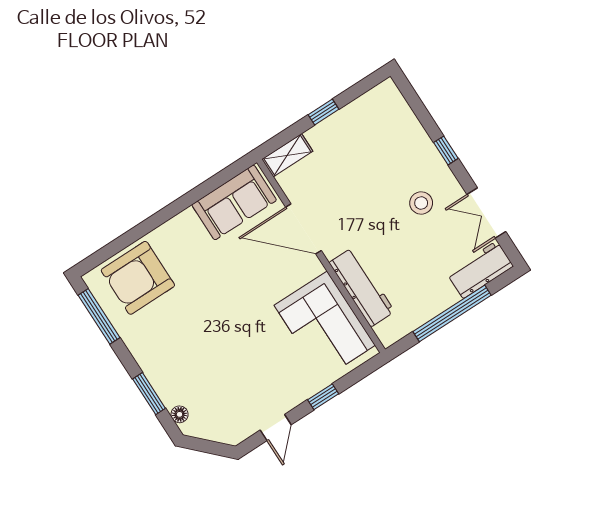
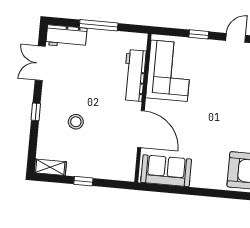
shelving: (287, 155) -> (50, 167), moved
stool: (421, 203) -> (76, 122), moved
double door: (486, 213) -> (40, 63), swing flipped
window: (452, 313) -> (99, 25), width x0.68

